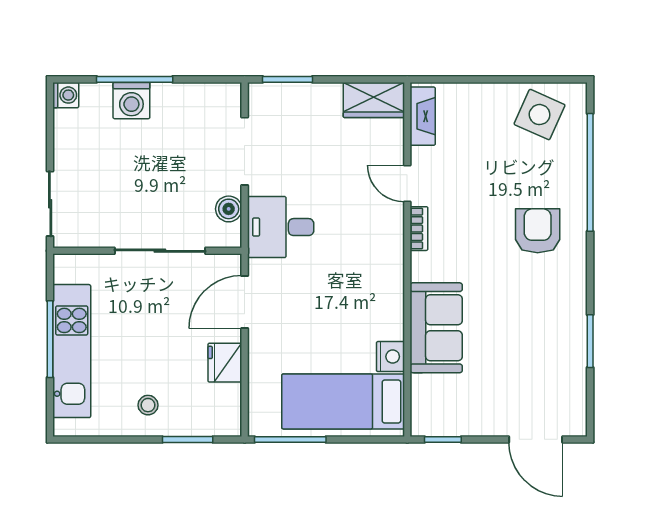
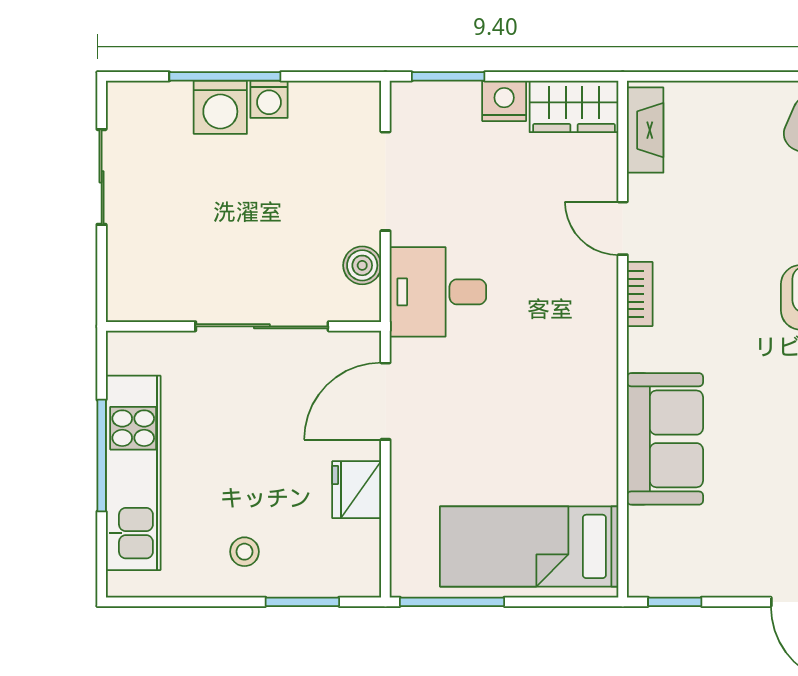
washing machine: (66, 95) -> (269, 99), moved, turned 90
sliding door: (50, 204) -> (102, 177), moved
nightstand: (390, 357) -> (504, 101), moved, turned -90

